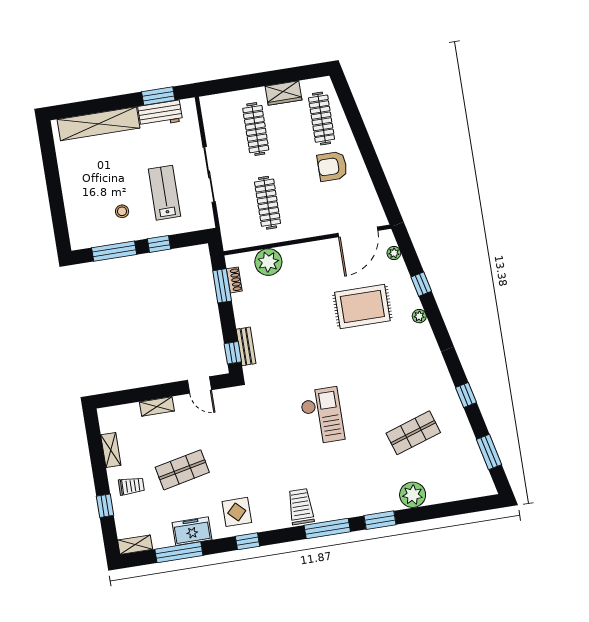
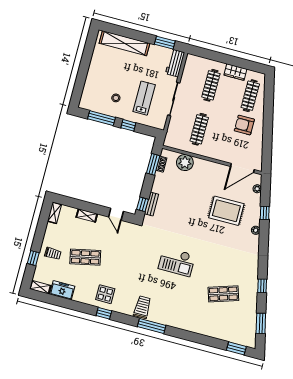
workbench: (160, 114) -> (175, 63), moved, turned 90
checkout: (322, 416) -> (177, 262), turned 90
shelving: (111, 450) -> (54, 213), moved
plant: (413, 495) -> (208, 328), removed
window: (380, 520) -> (236, 348), moved
freezer: (192, 531) -> (62, 290), moved
window: (179, 552) -> (63, 302), removed

